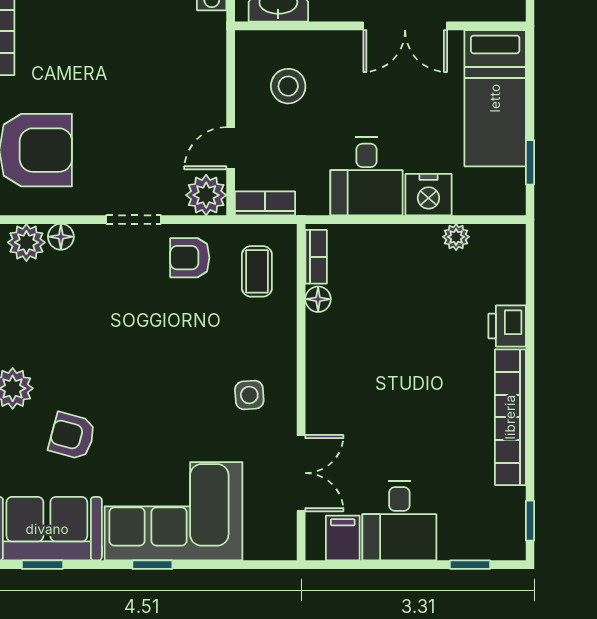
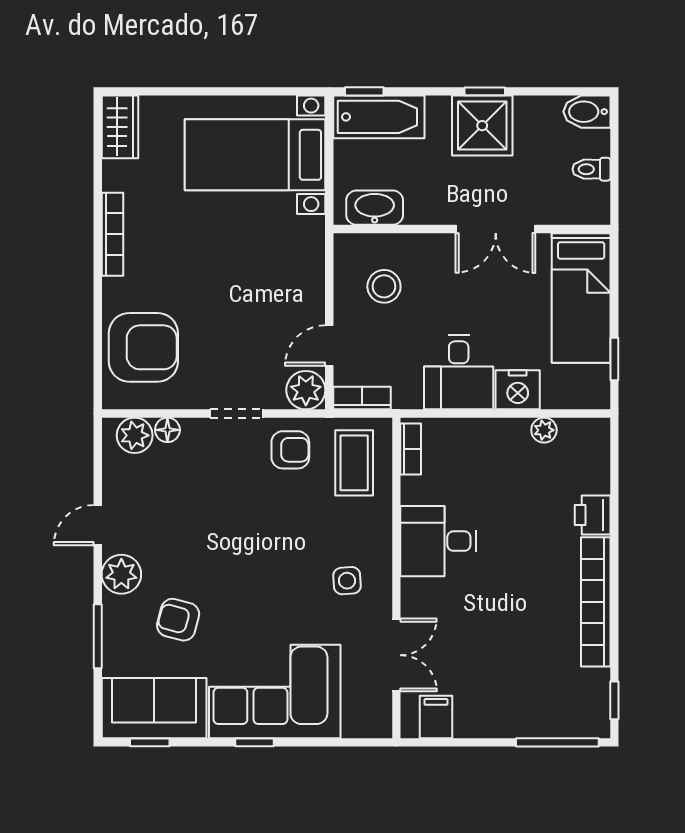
armchair: (190, 258) -> (290, 450), turned 180
coffee table: (257, 271) -> (354, 463), width x1.36, depth x1.30
floor lamp: (318, 299) -> (412, 489), removed
desk: (399, 521) -> (438, 541), moved, turned 90
window: (470, 565) -> (557, 742), width x2.17

